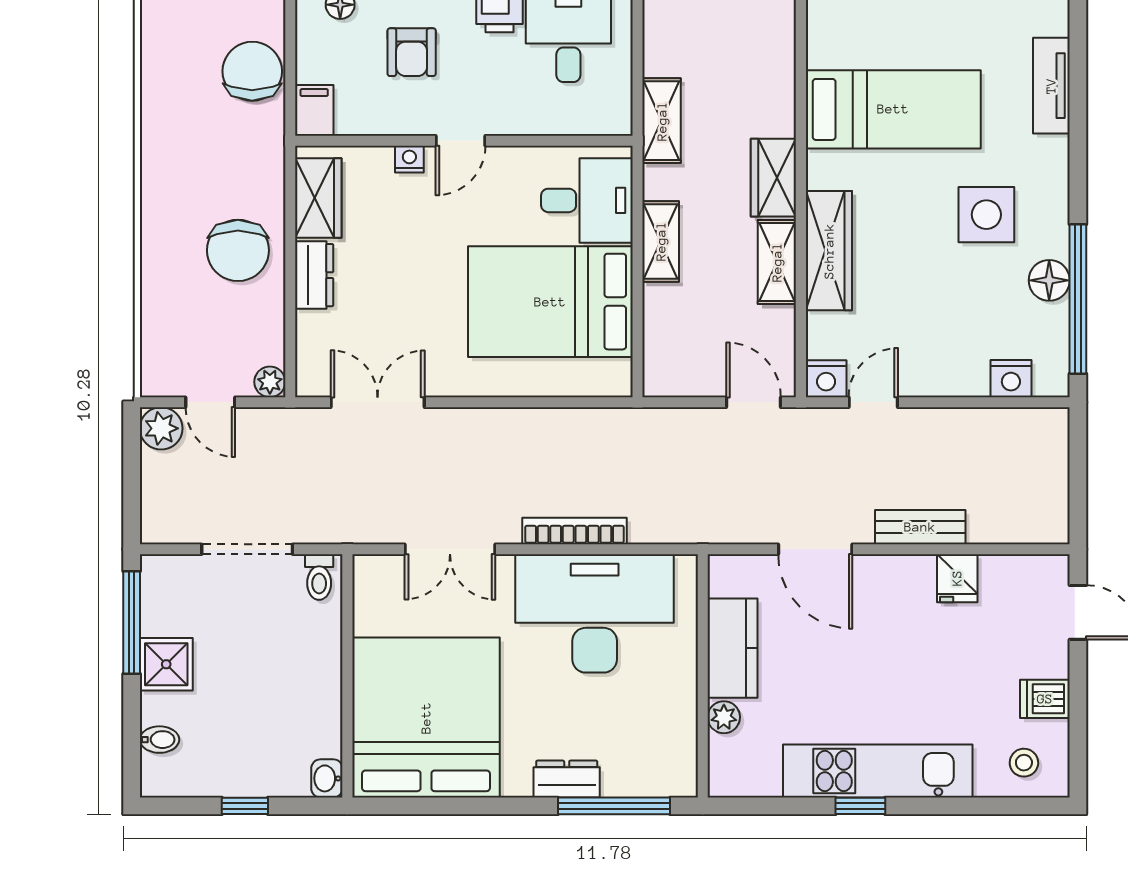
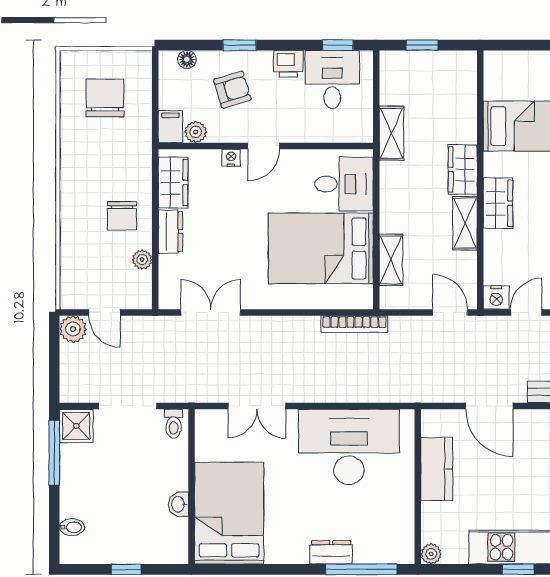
armchair: (412, 52) -> (232, 90), turned -107
chair: (252, 71) -> (105, 98), moved
plant: (354, 119) -> (196, 132), added
shelving: (661, 241) -> (391, 260), moved
chair: (238, 250) -> (122, 216), width x0.73, depth x0.73
wardrobe: (829, 251) -> (498, 203), width x0.67
plant: (270, 382) -> (142, 260), moved
bookcase: (575, 531) -> (354, 324), moved, turned 180
shower: (166, 664) -> (76, 426), moved
plant: (724, 717) -> (431, 554), moved
bed: (426, 718) -> (229, 513), width x0.73
washbasin: (327, 778) -> (179, 504), moved

